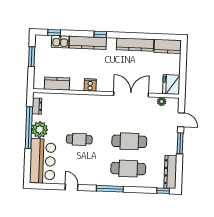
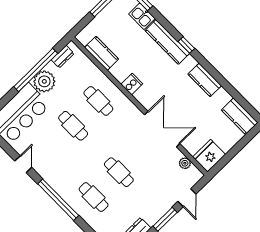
kitchen counter: (135, 45) -> (205, 80), width x0.67
cafe table: (80, 112) -> (98, 101), added
cafe table: (129, 141) -> (119, 172), width x0.73, depth x0.74
cafe table: (128, 169) -> (94, 197), width x0.73, depth x0.74
window: (110, 189) -> (58, 200), width x1.46

